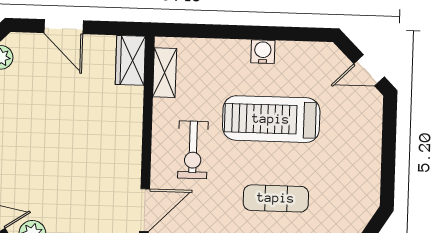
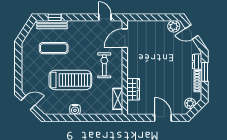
wardrobe: (130, 60) -> (133, 89), moved
exercise mat: (276, 198) -> (54, 48), moved

